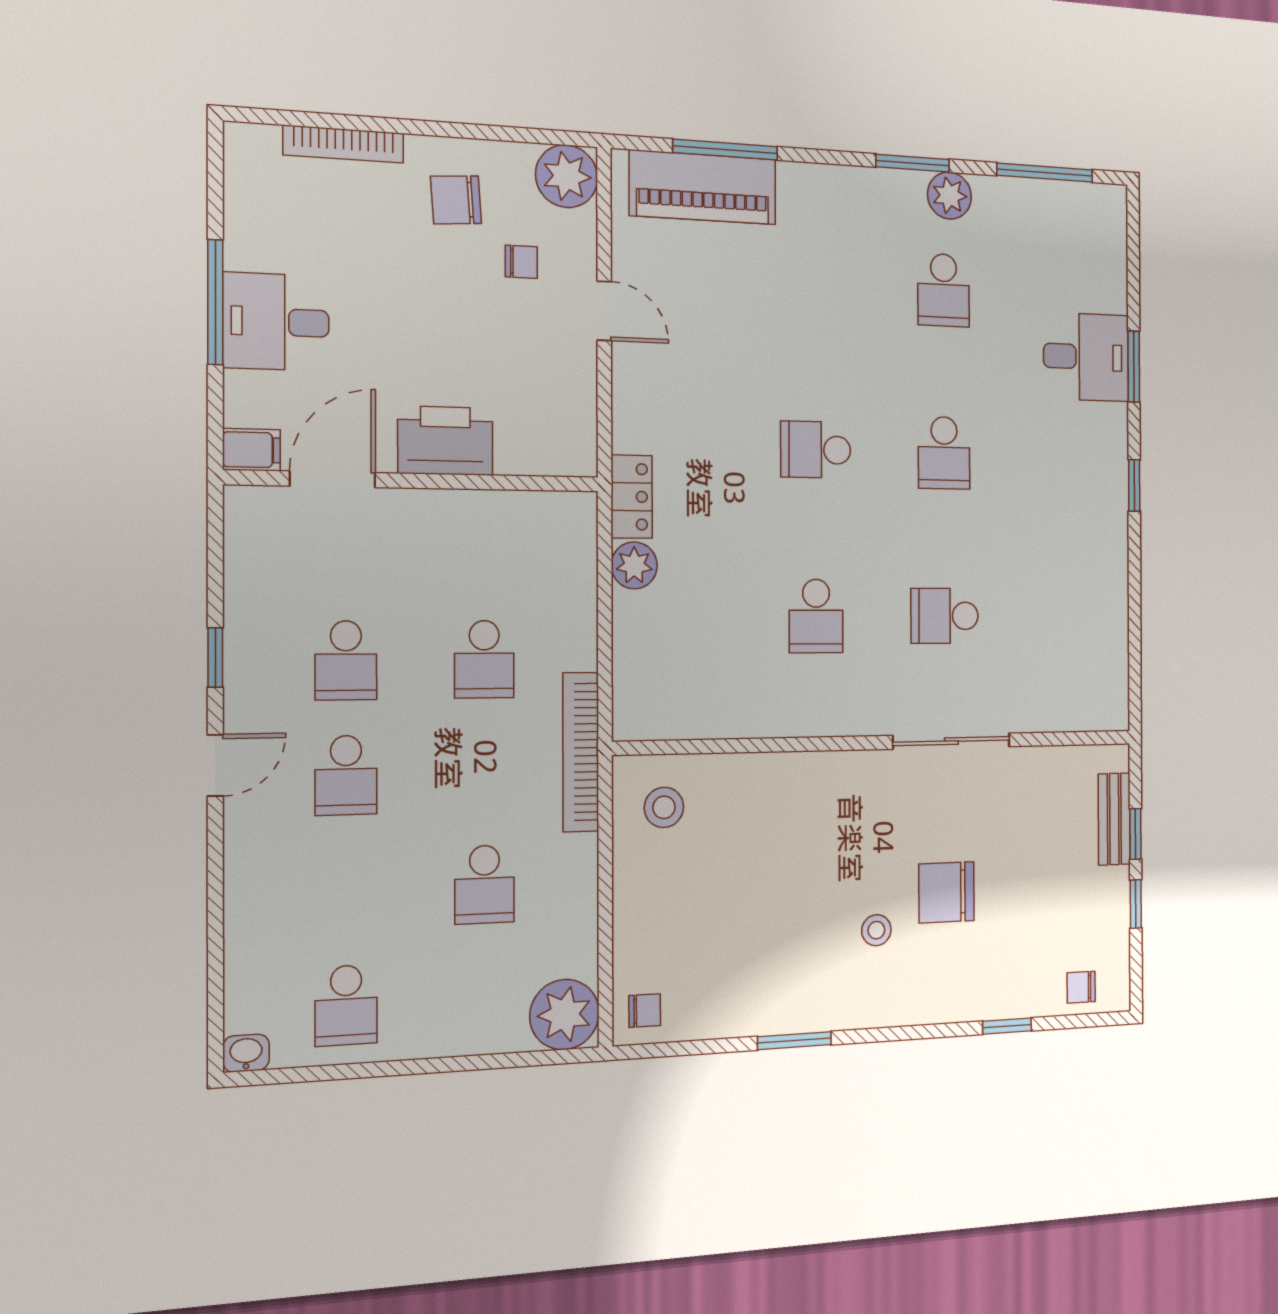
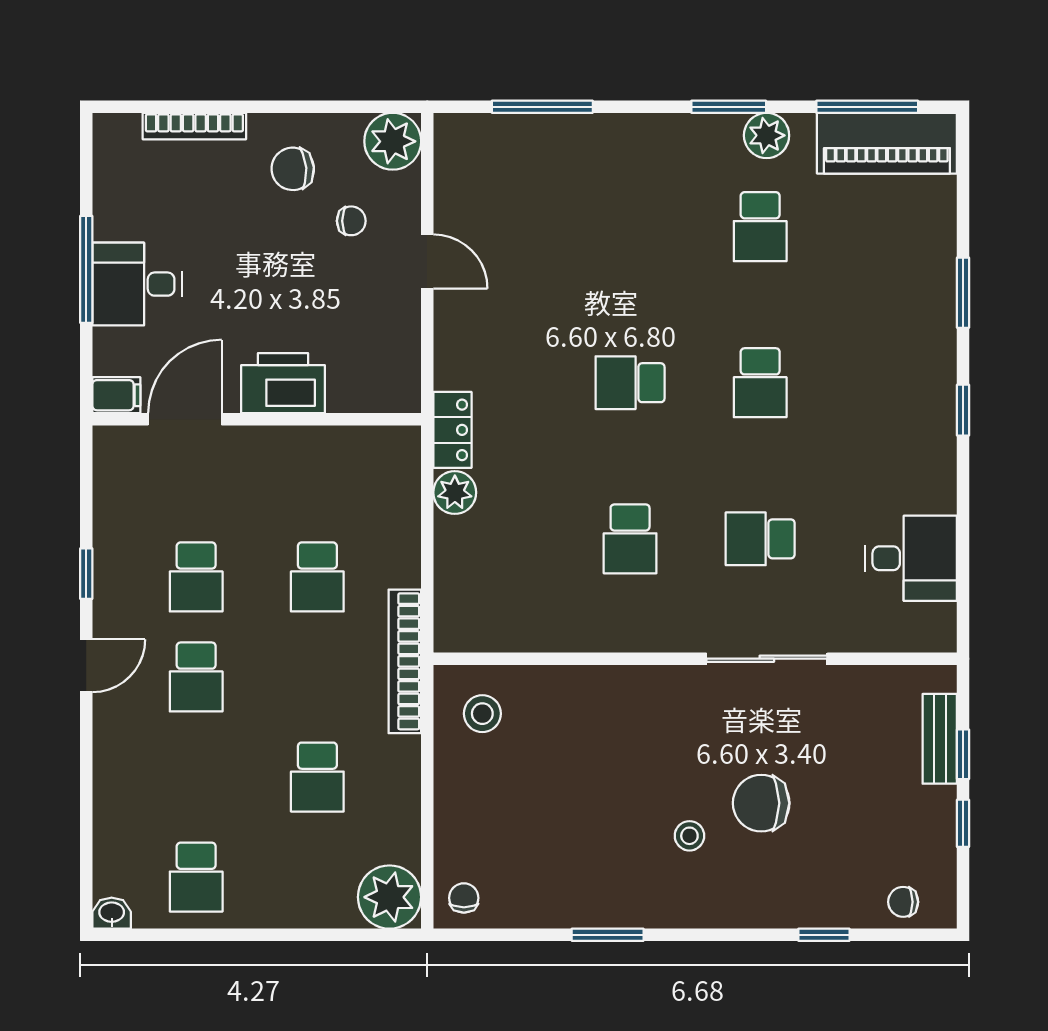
piano: (703, 187) -> (887, 143), moved
desk: (1086, 357) -> (911, 558), moved
chair: (645, 1011) -> (464, 898), turned -90

